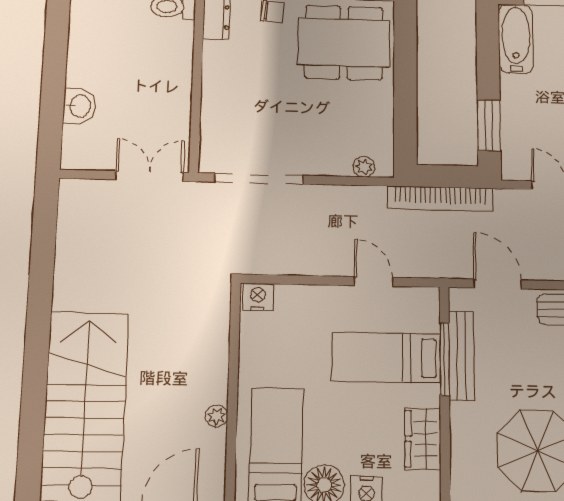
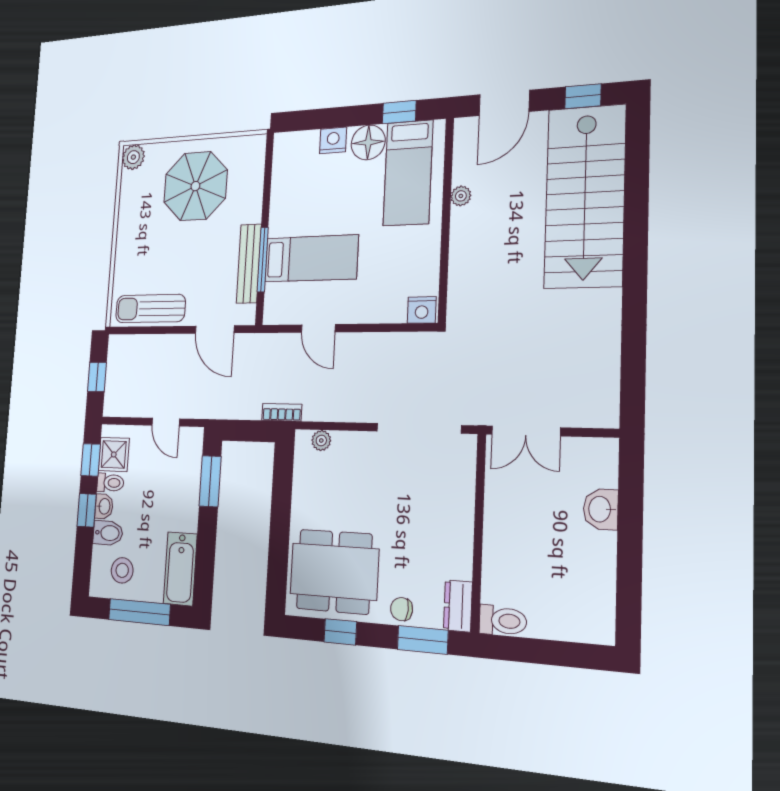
bookcase: (440, 199) -> (282, 412), width x0.43, depth x0.76
wardrobe: (423, 439) -> (285, 189), removed

